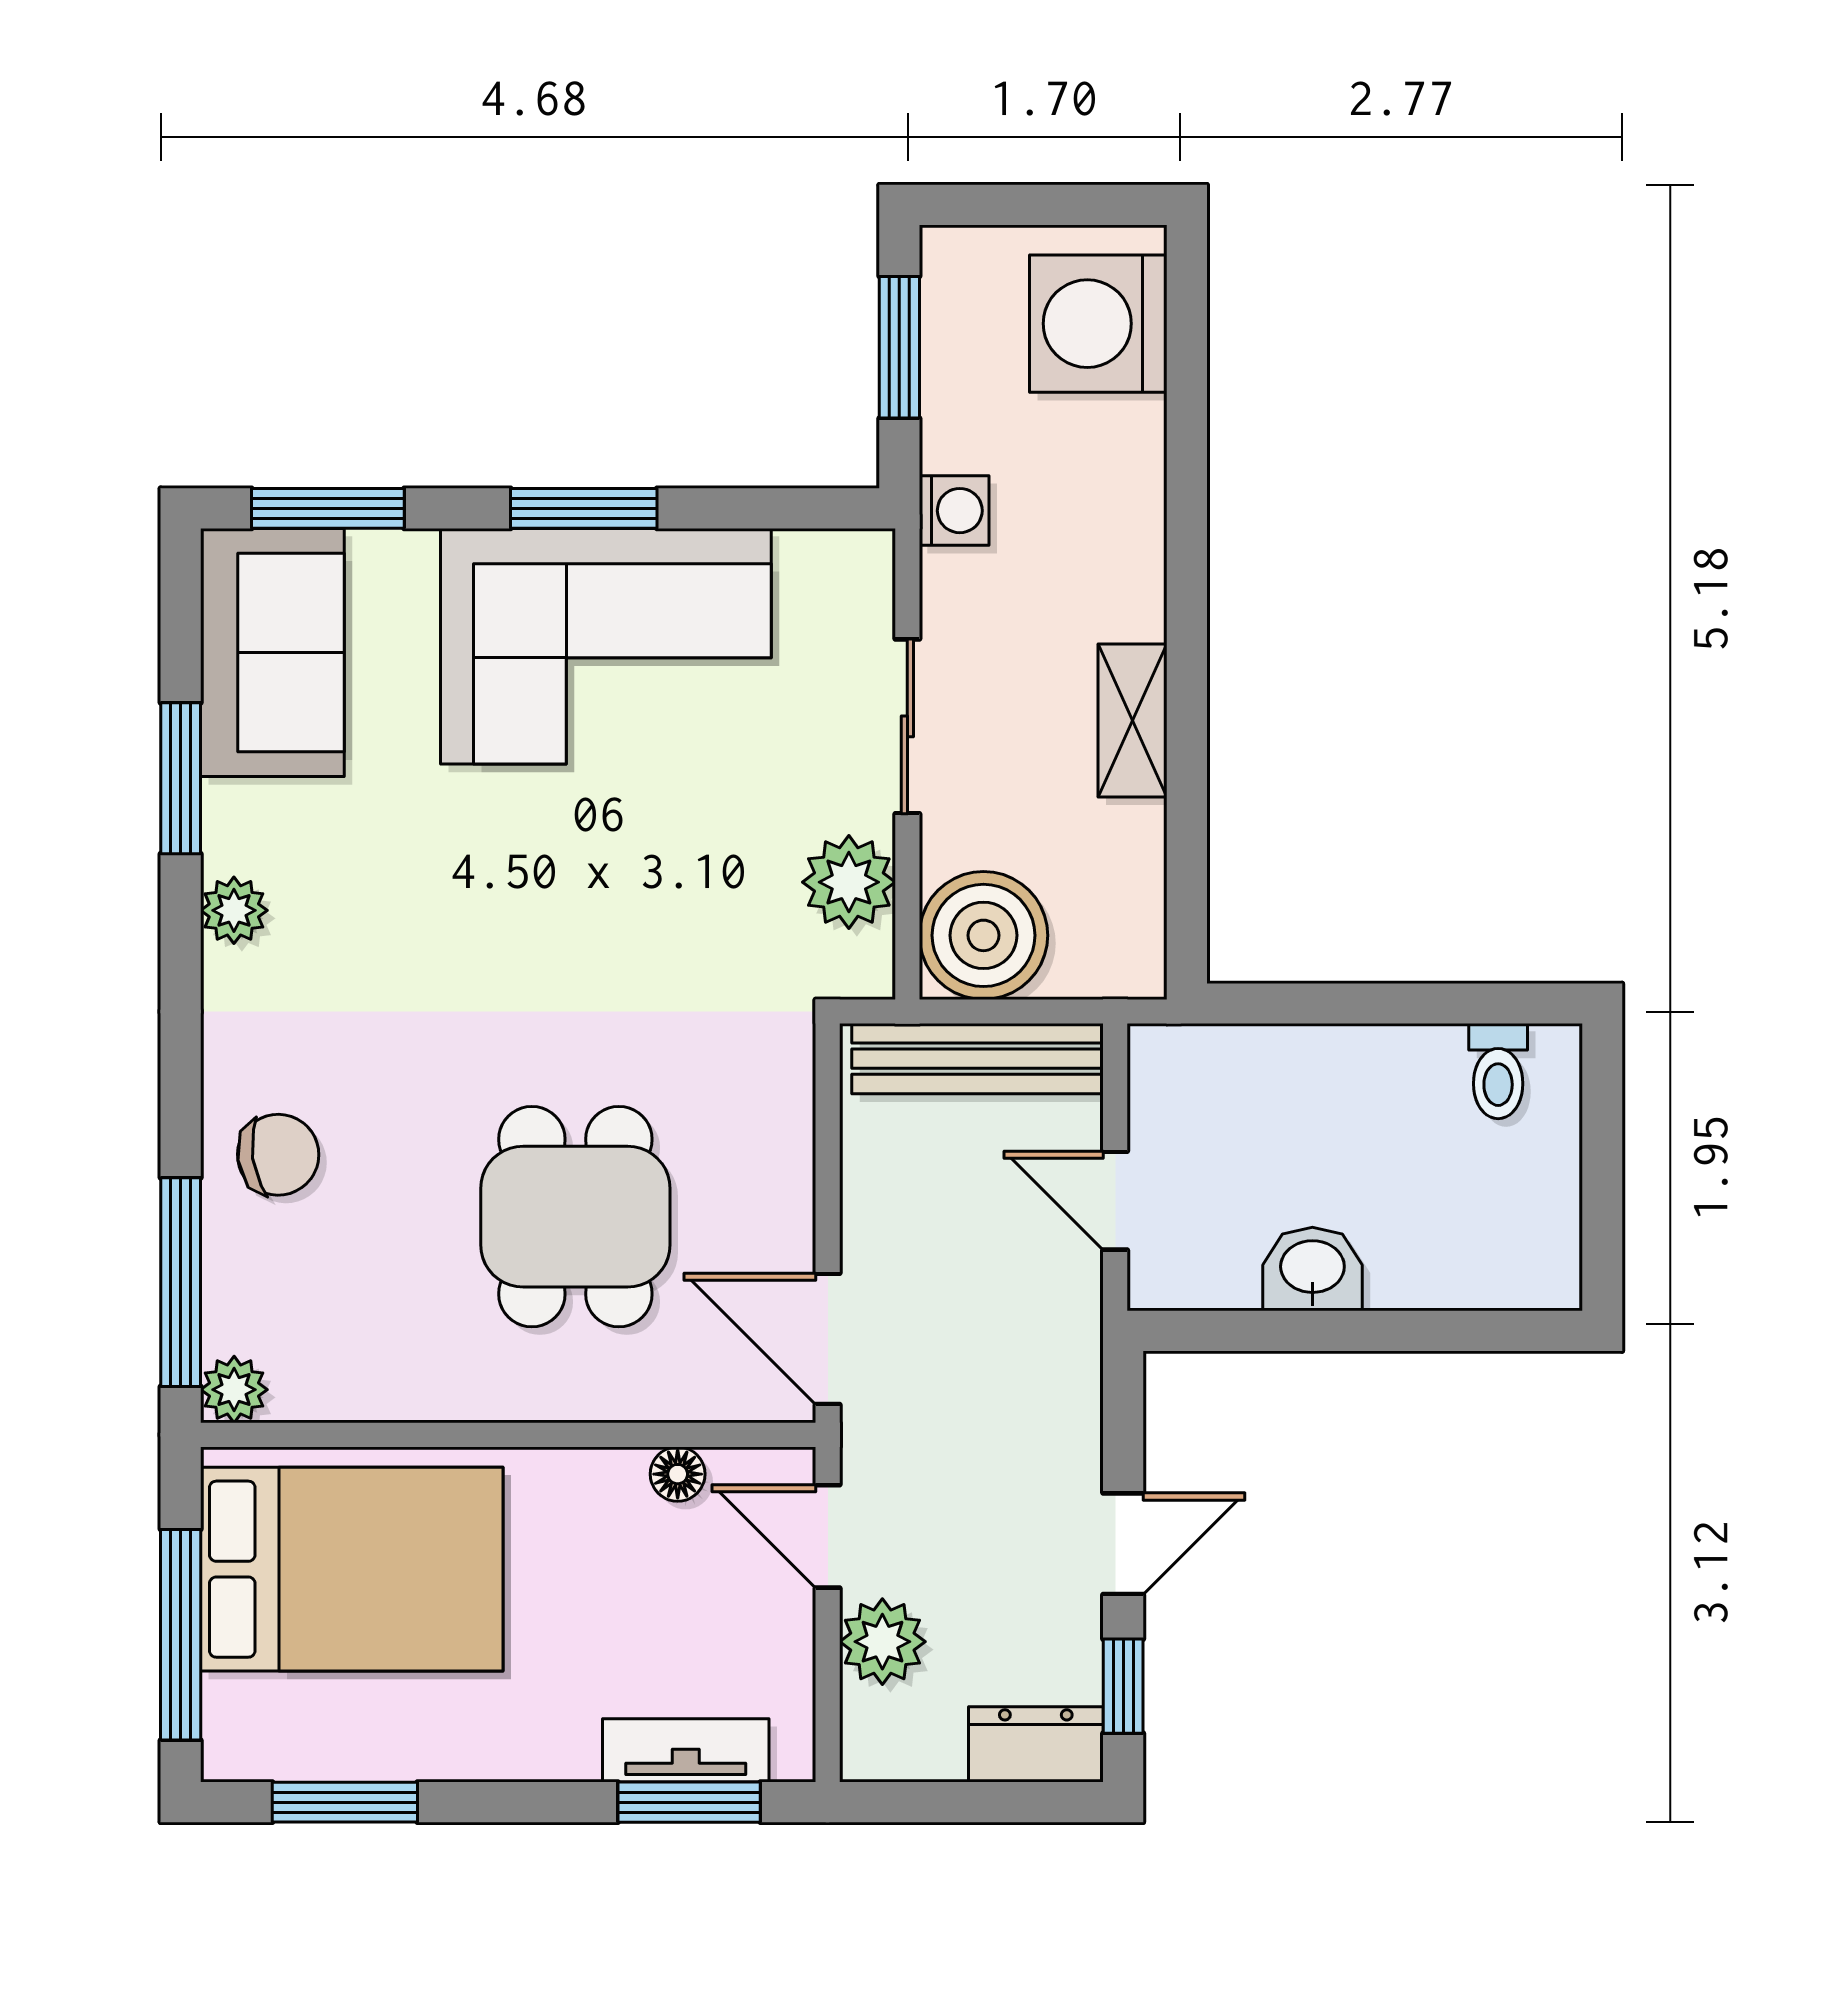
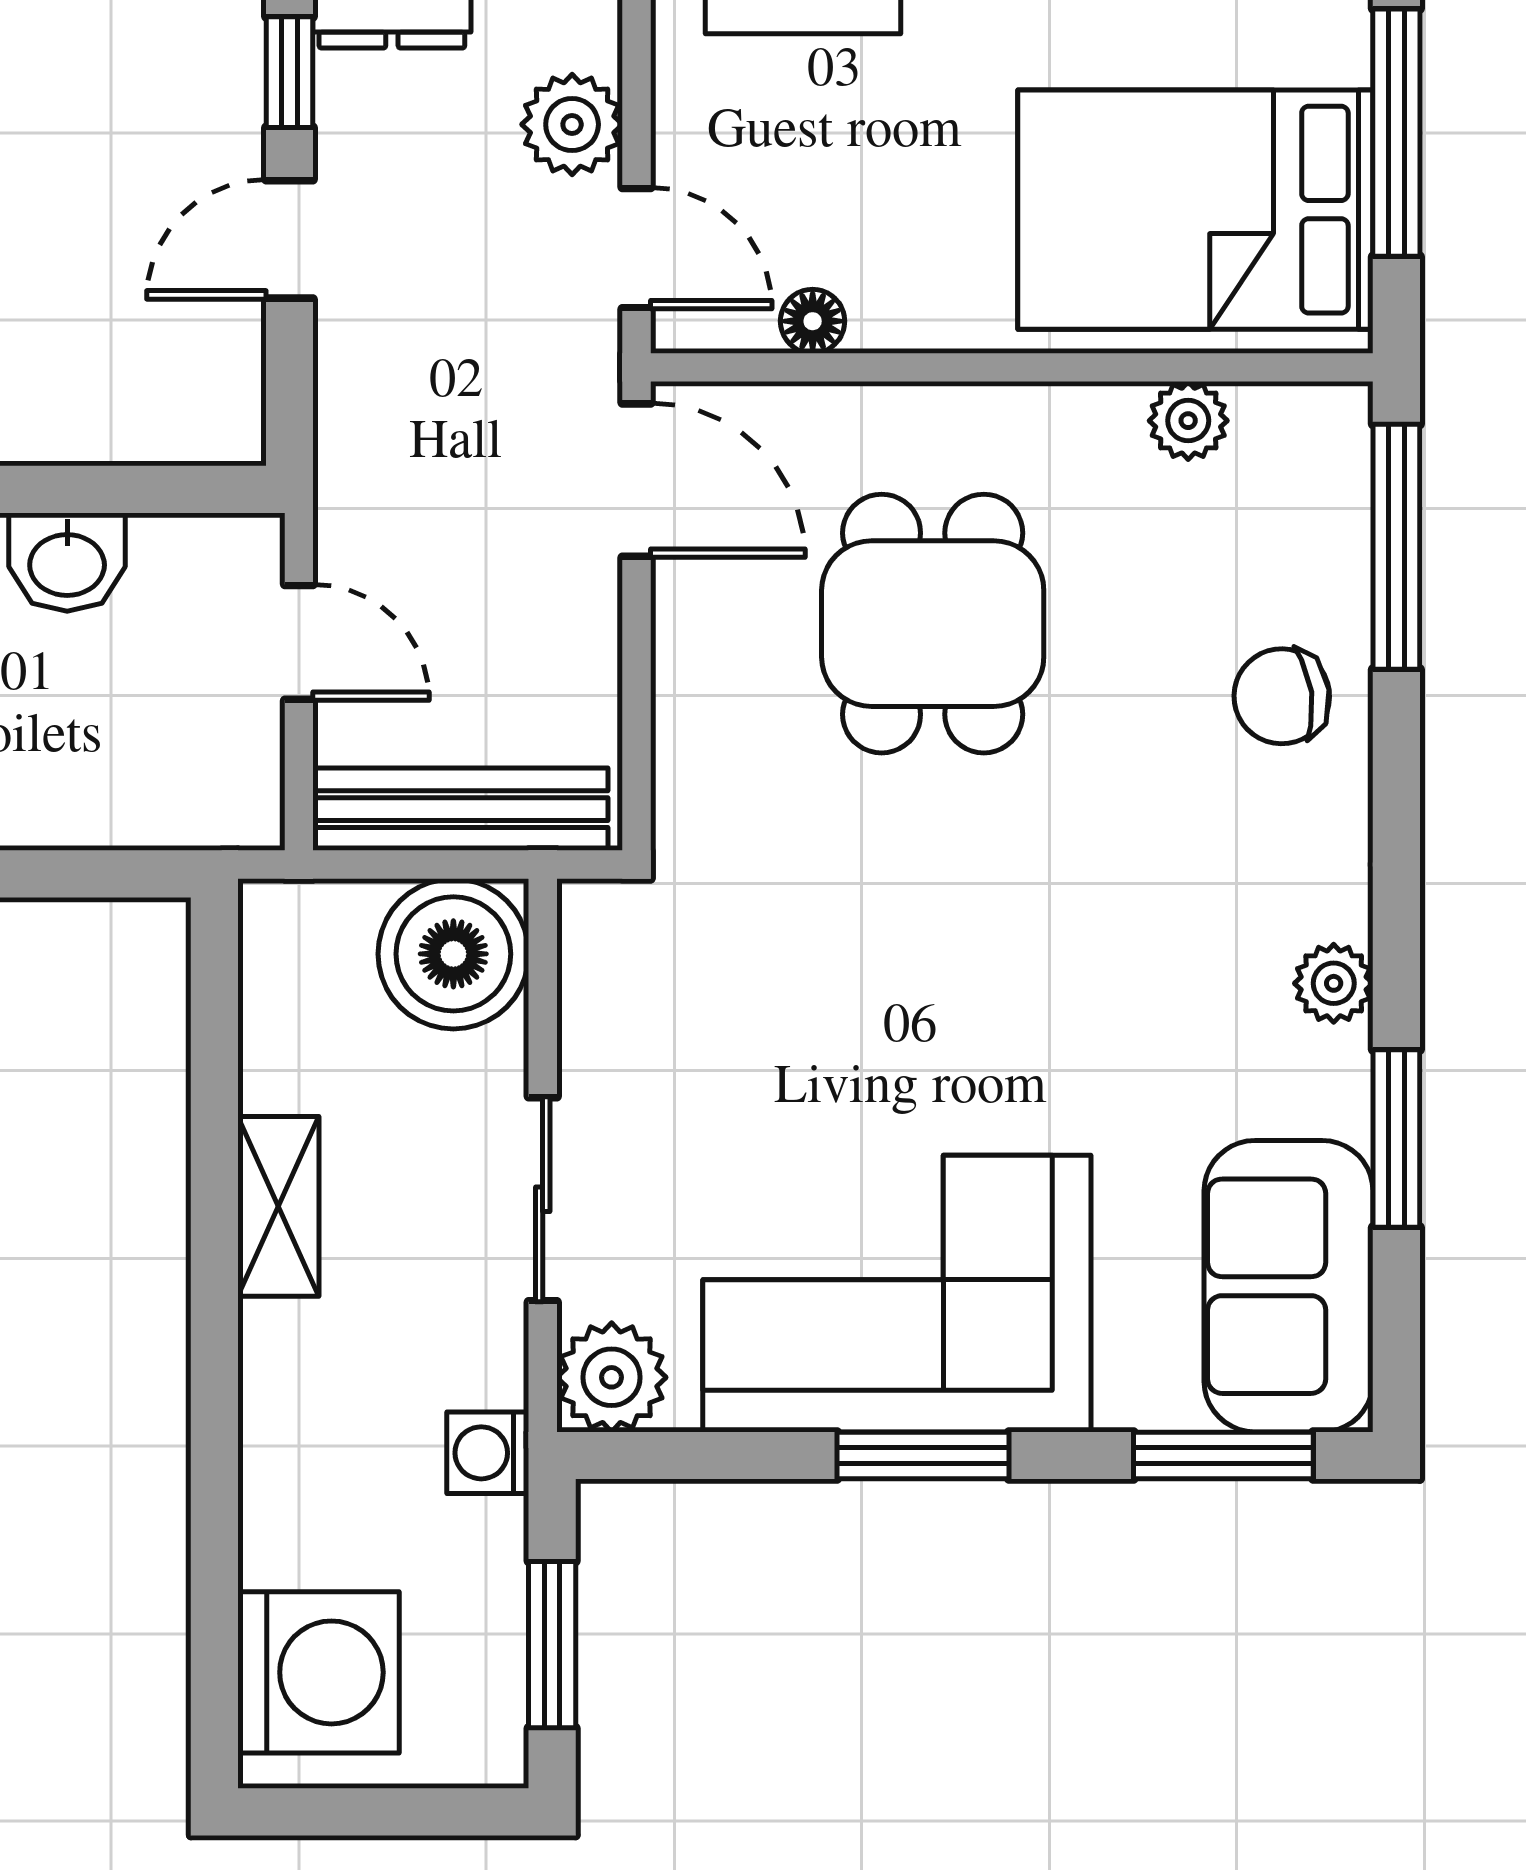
plant: (849, 882) -> (612, 1377), moved
plant: (234, 1390) -> (1188, 421), moved

